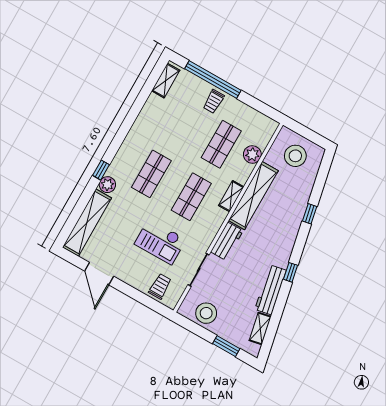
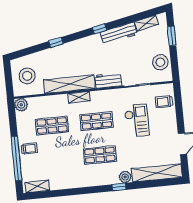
plant: (252, 154) -> (21, 105), moved

